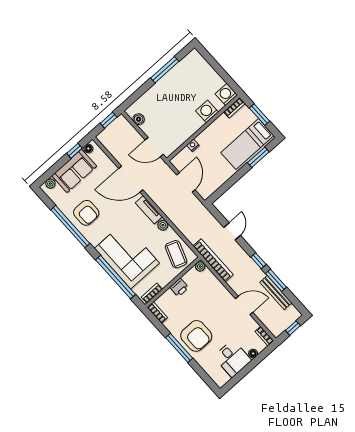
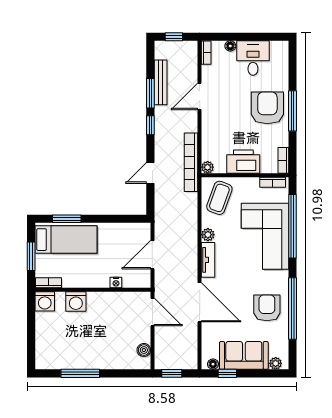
printer: (179, 287) -> (243, 162), width x1.87, depth x1.48
door: (244, 306) -> (200, 96), hinge flipped

